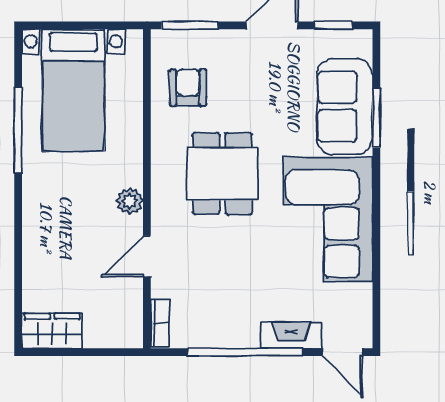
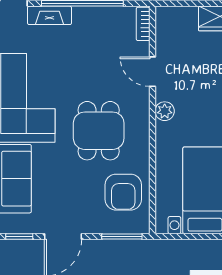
armchair: (188, 88) -> (123, 192), width x1.38, depth x1.38
door: (147, 256) -> (152, 72), swing flipped

